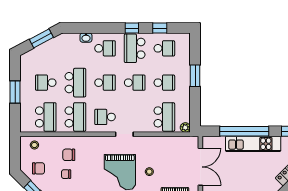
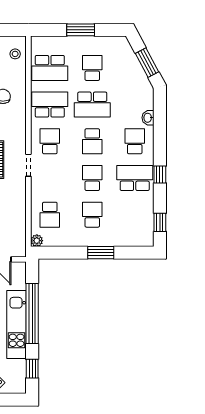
window: (160, 28) -> (160, 222), moved
school desk: (105, 48) -> (135, 141), turned 180
school desk: (164, 48) -> (135, 215), removed
school desk: (135, 83) -> (92, 178), turned 180
school desk: (164, 83) -> (92, 215), turned 180
school desk: (75, 117) -> (50, 105), turned 180
school desk: (164, 117) -> (50, 215), width x0.54

